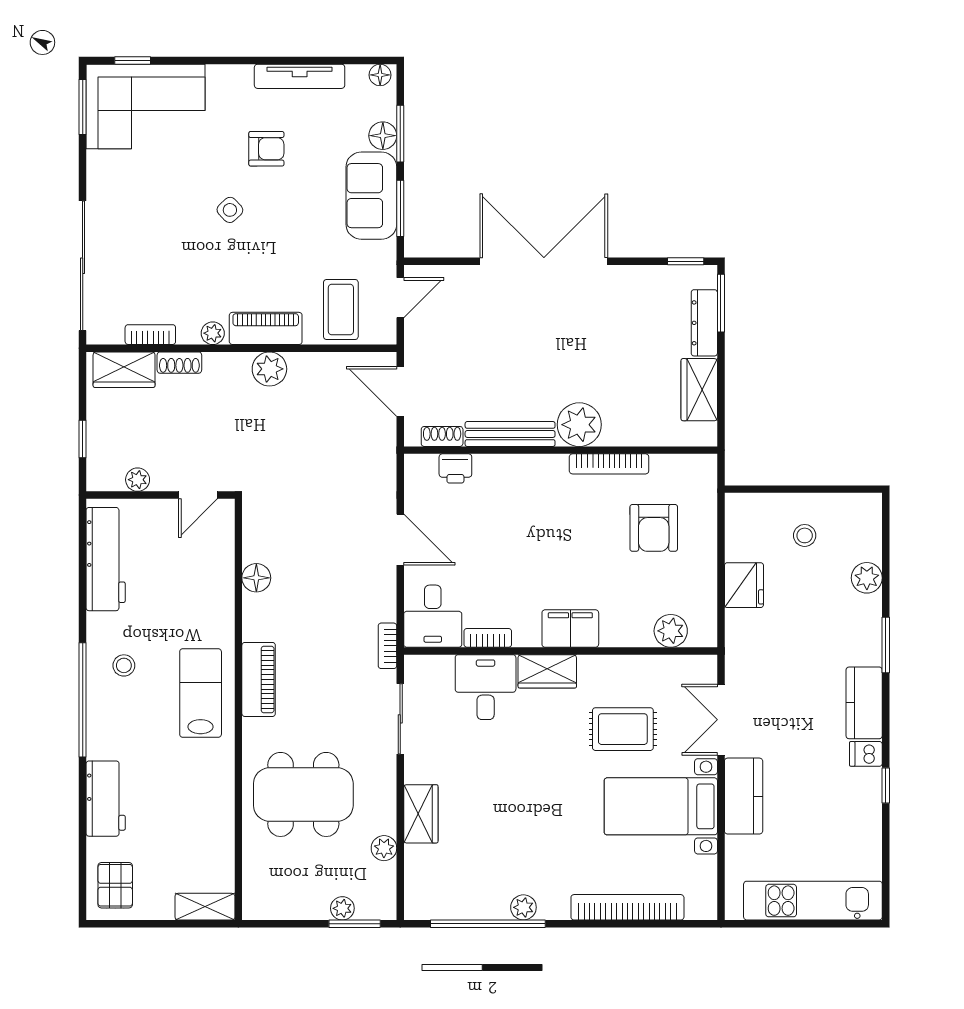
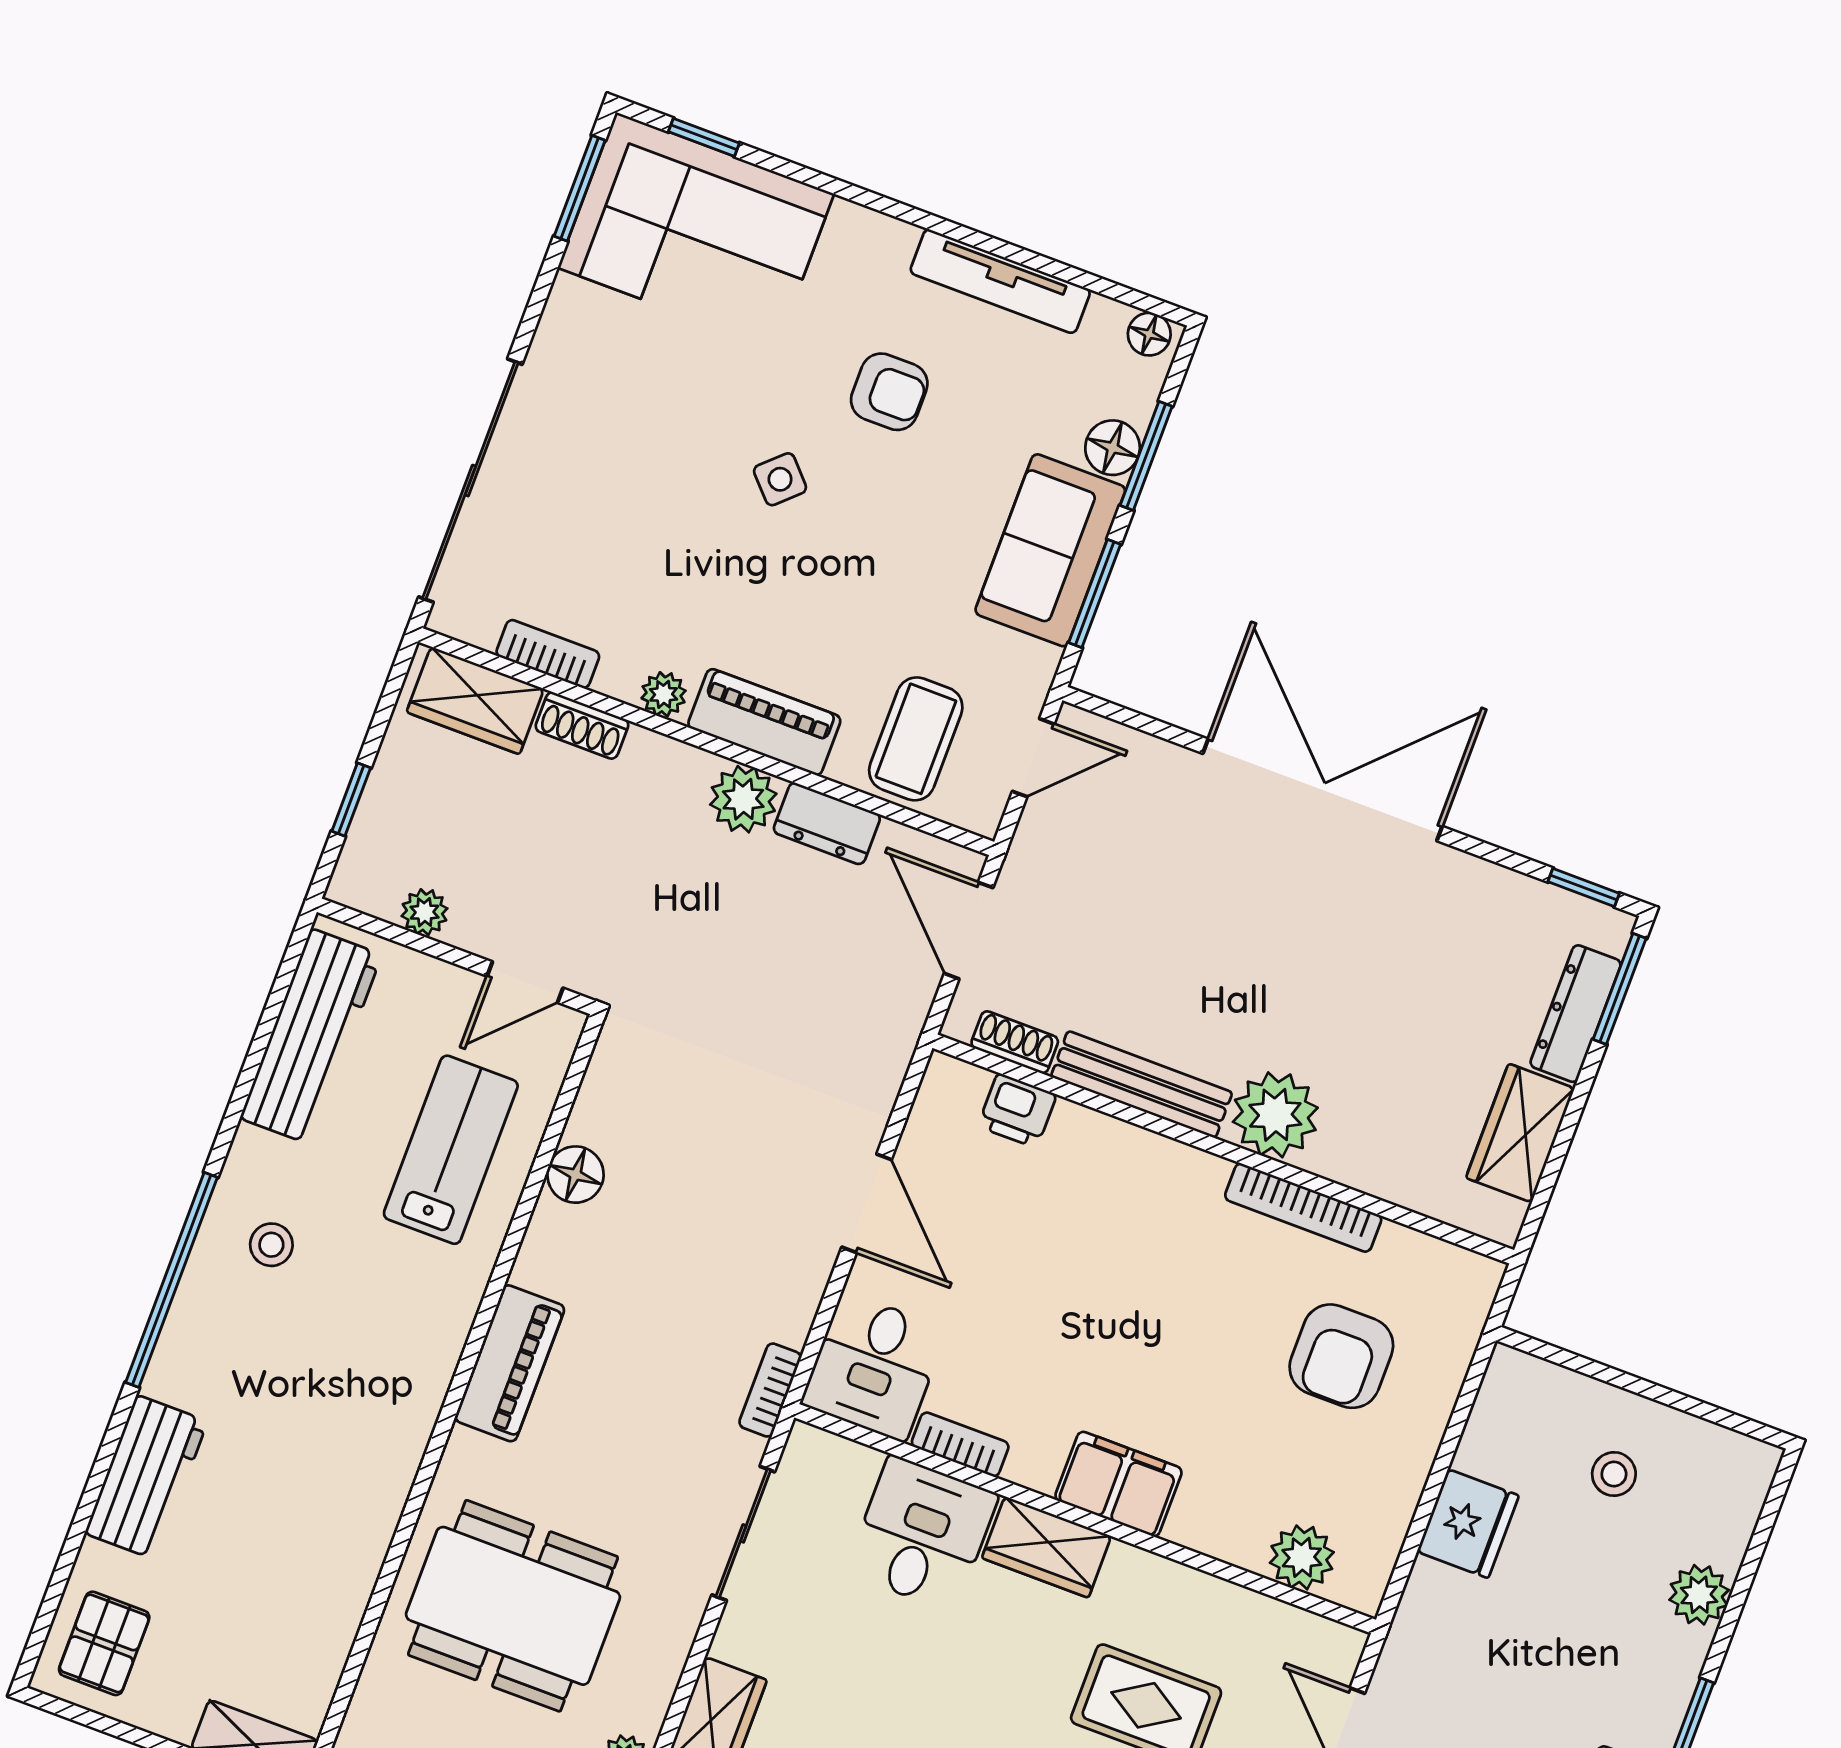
dresser: (314, 366) -> (827, 824), added
lab bench: (201, 693) -> (451, 1150), moved

